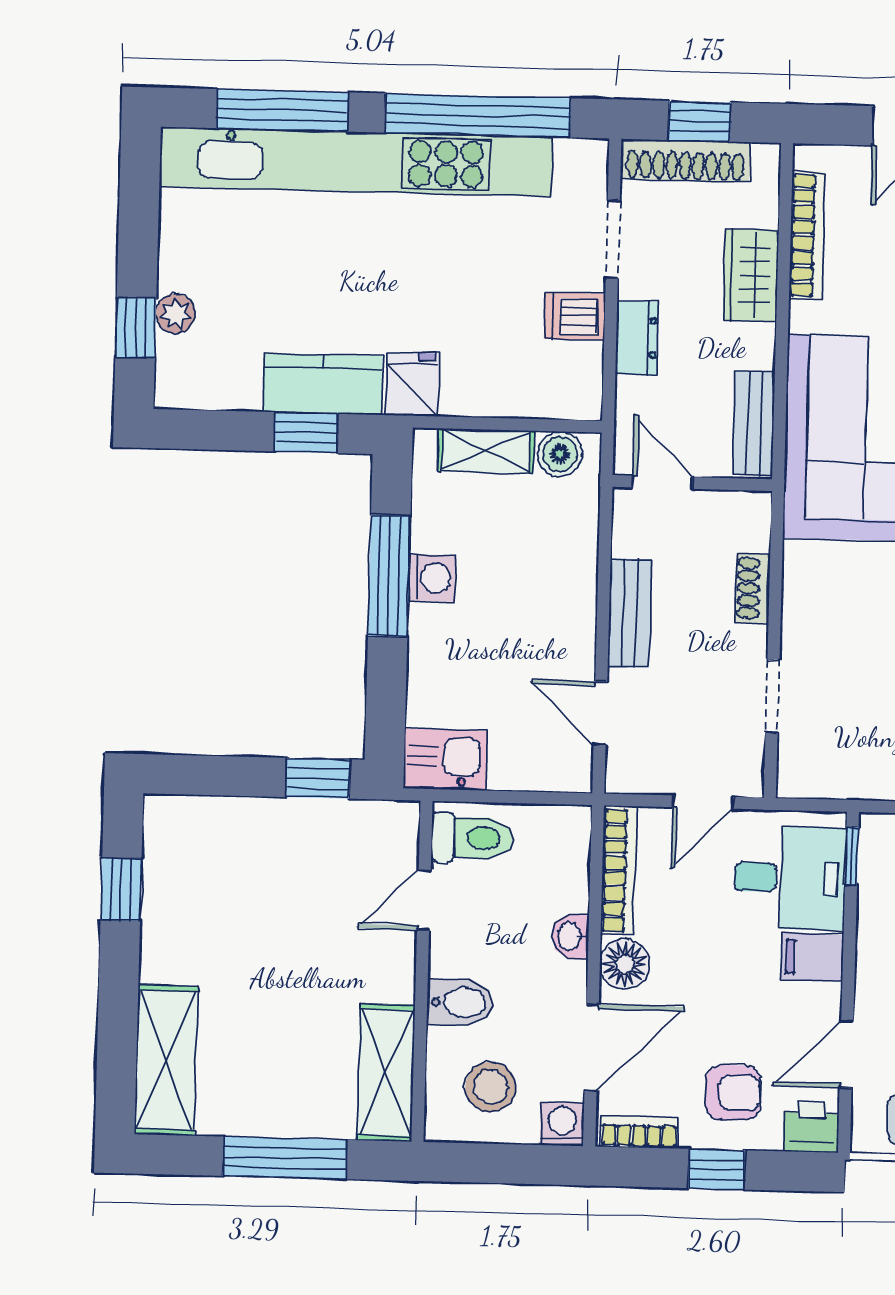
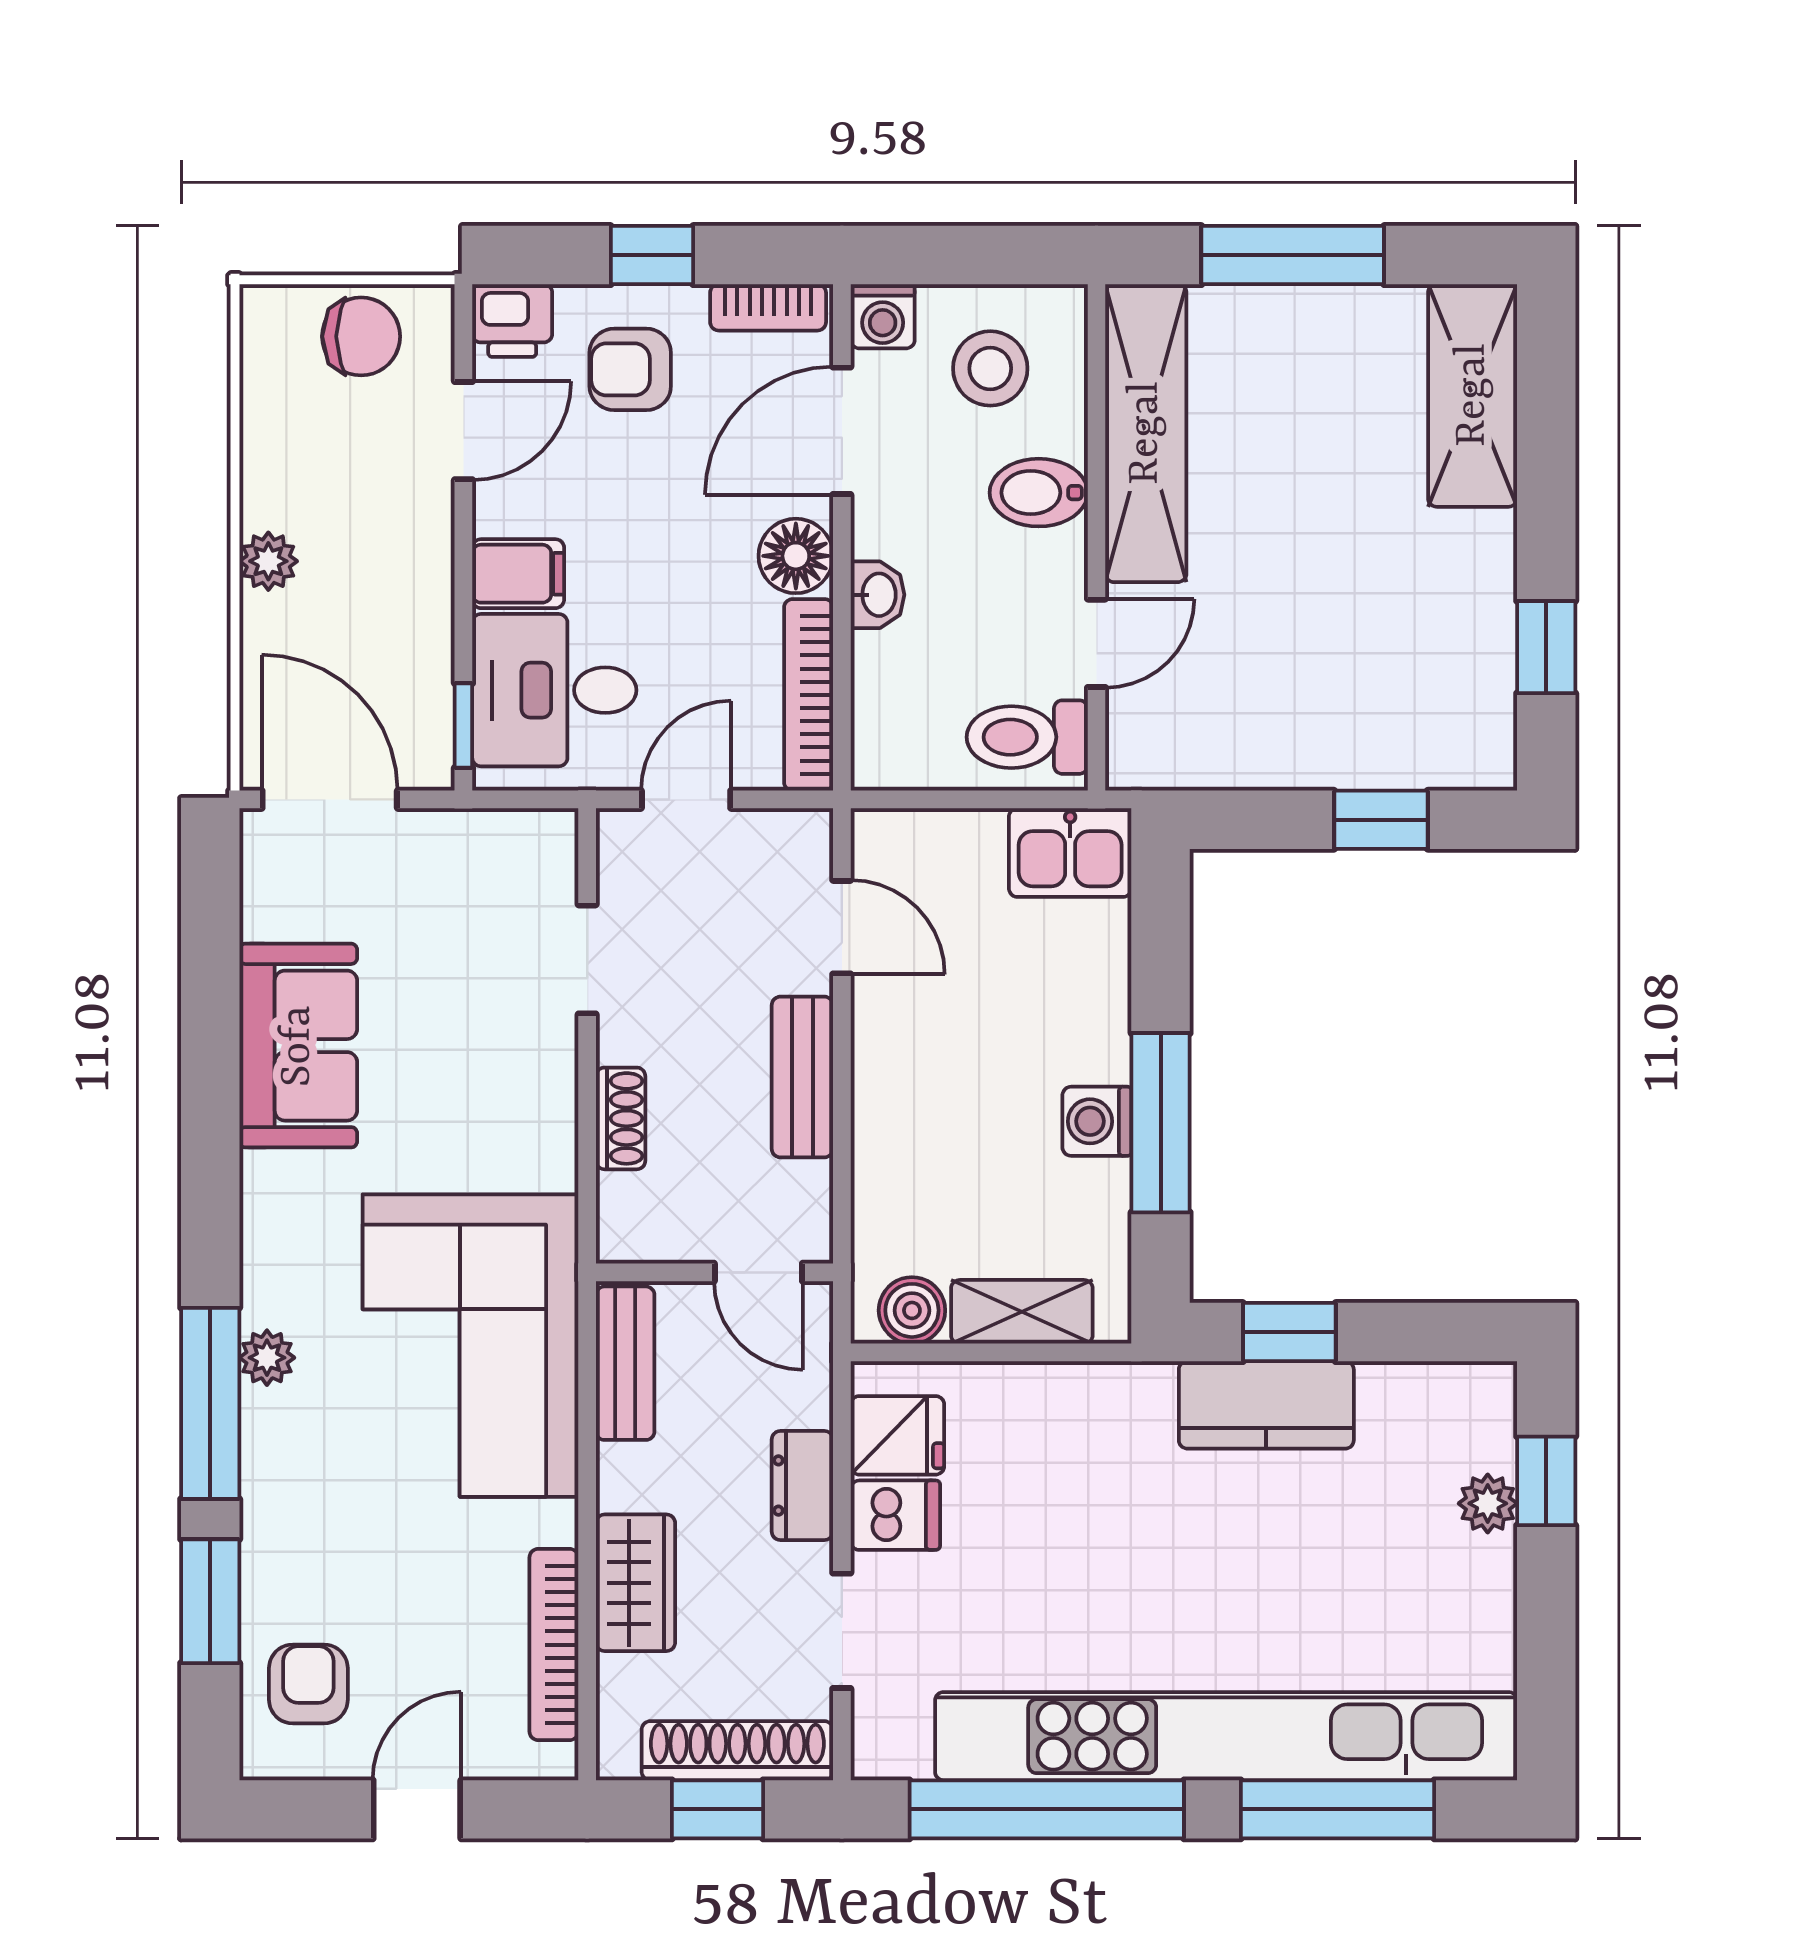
fridge: (412, 384) -> (897, 1435), moved, turned -90
window: (318, 778) -> (1381, 820), moved
shelving: (386, 1073) -> (1146, 433), width x1.47

